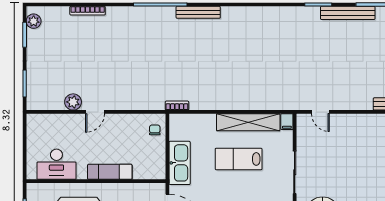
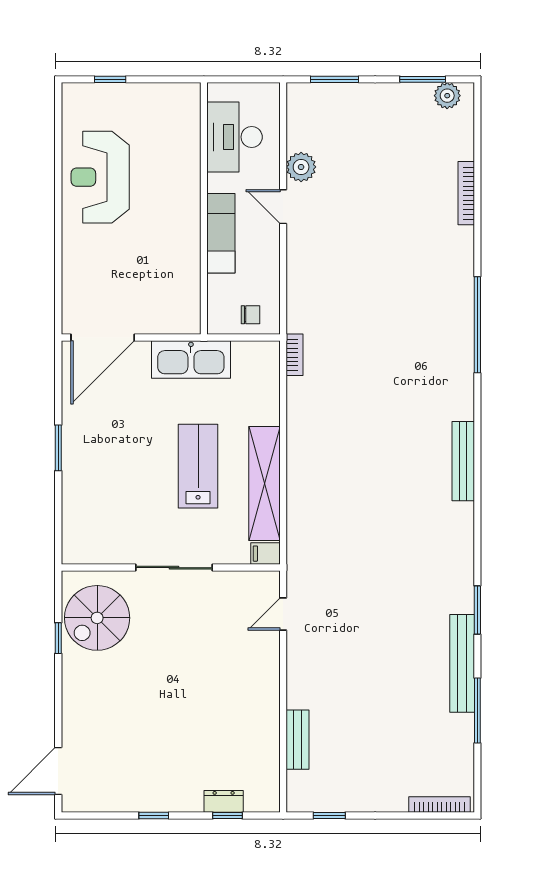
bench: (198, 12) -> (463, 461), moved
desk: (56, 164) -> (235, 137), moved
exam couch: (110, 172) -> (221, 233), moved
wall: (96, 181) -> (204, 208), moved

